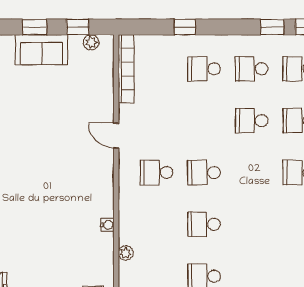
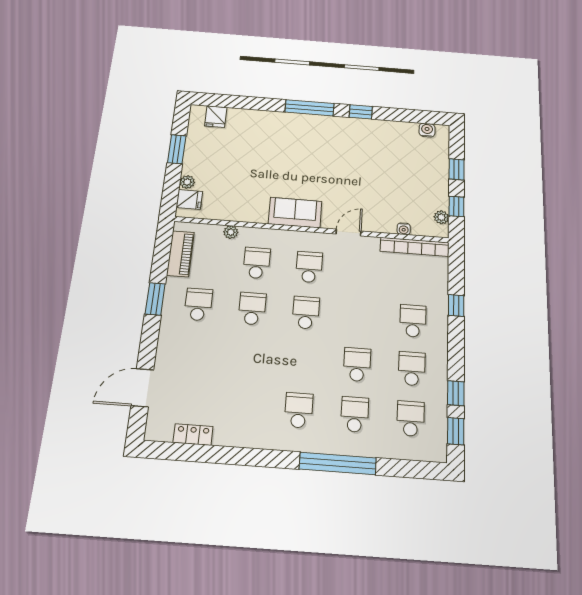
sofa: (41, 50) -> (295, 213), moved, turned 90
school desk: (157, 224) -> (257, 263), added
water cooler: (107, 225) -> (404, 229), moved

